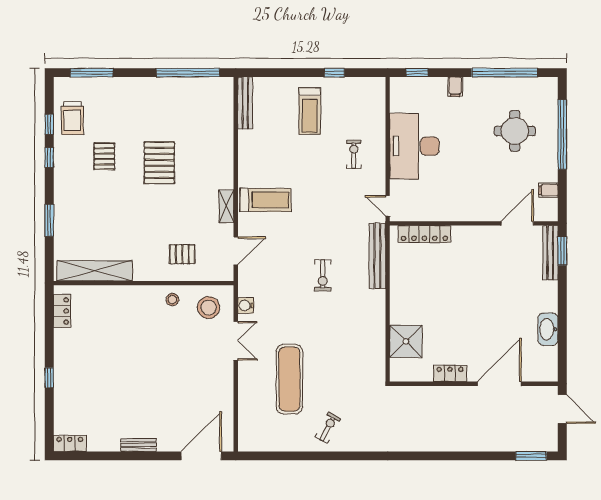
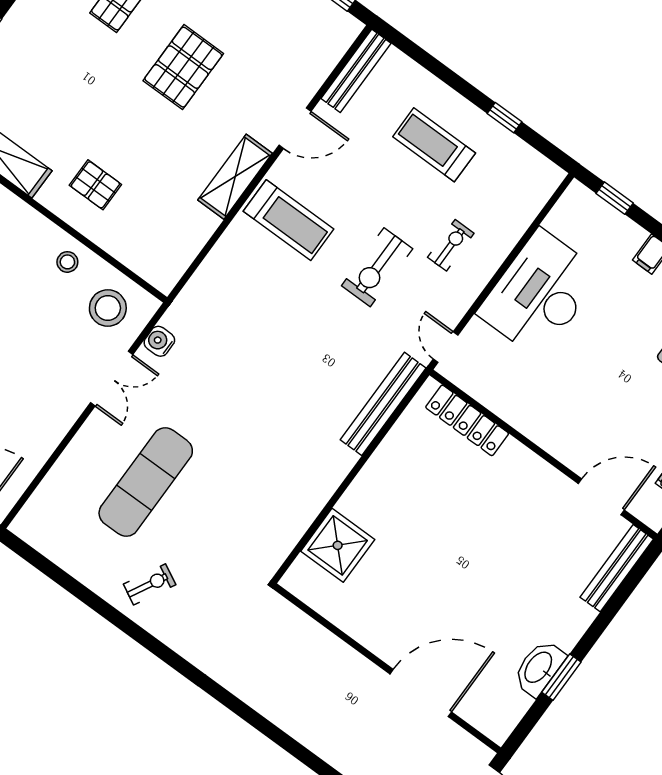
treadmill: (310, 111) -> (434, 145), turned 90
shelving: (226, 206) -> (235, 177), width x1.50, depth x1.33
door: (236, 251) -> (295, 128), moved
window: (562, 251) -> (561, 677), moved
pallet: (182, 254) -> (95, 185), moved
exercise bike: (323, 275) -> (377, 267), moved, width x1.38, depth x1.39
locker: (450, 373) -> (365, 631), removed

